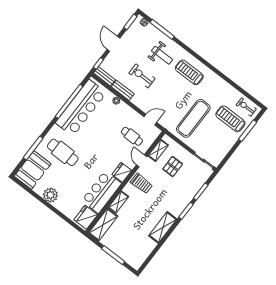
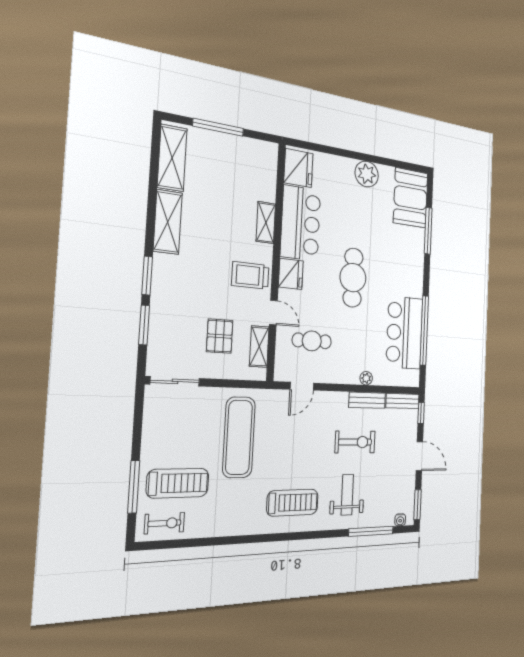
weight bench: (162, 55) -> (347, 495), turned 90
bar counter: (81, 108) -> (404, 333), width x0.73
cafe table: (63, 152) -> (353, 278), moved, turned 90
shelving: (103, 225) -> (172, 158), moved

